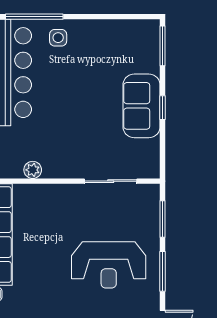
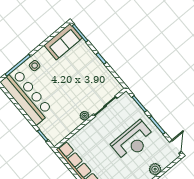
sofa: (142, 106) -> (63, 42), moved, turned -90
plant: (33, 170) -> (85, 116), moved

